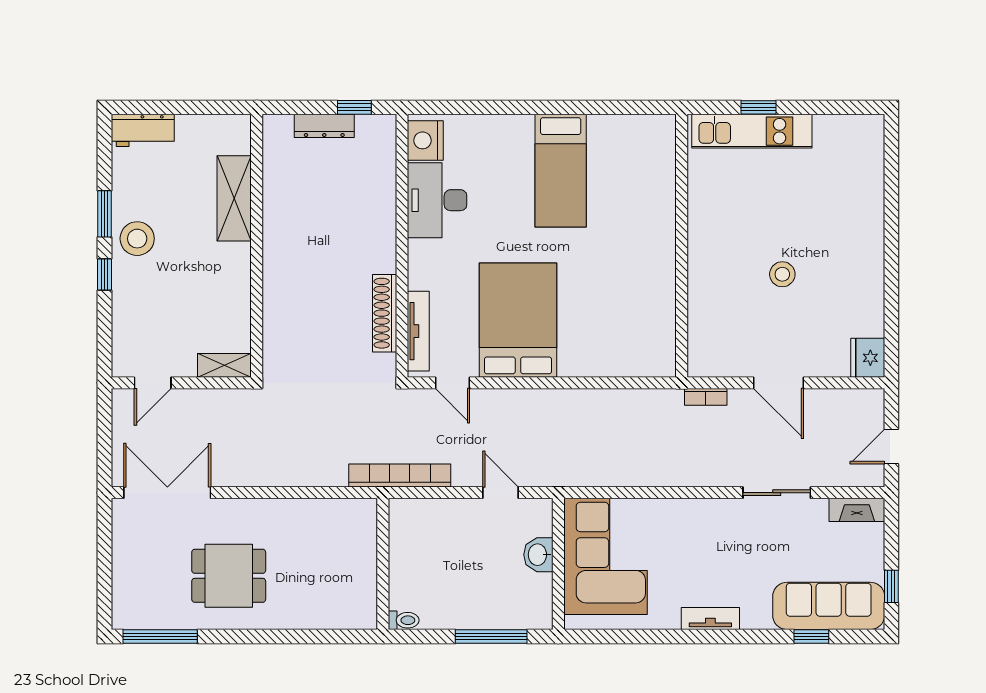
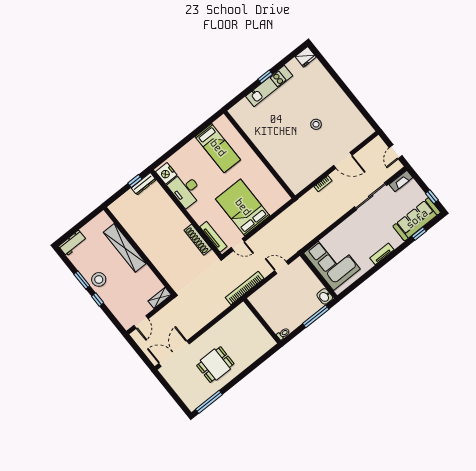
dresser: (324, 126) -> (144, 184), moved
shelving: (234, 198) -> (125, 248), width x1.47
wall: (682, 246) -> (259, 155), moved
fridge: (868, 358) -> (306, 57), moved, turned -90
sliding door: (777, 493) -> (371, 196), width x1.37
washbasin: (538, 555) -> (325, 296), moved

